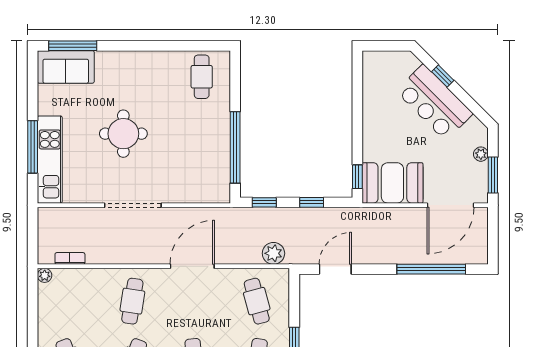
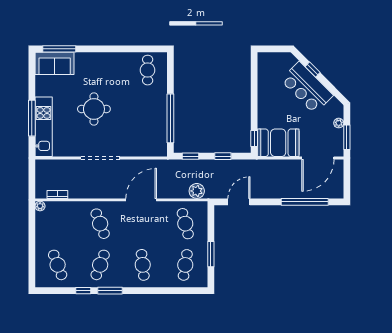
cafe table: (132, 301) -> (100, 224), turned -30

